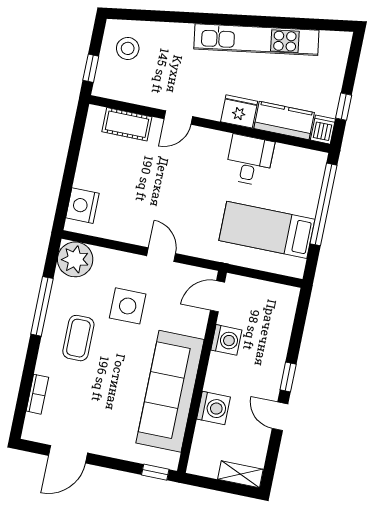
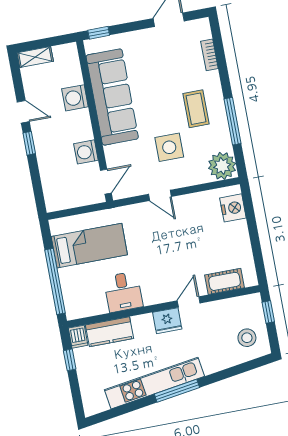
window: (234, 20) -> (177, 391), added
fridge: (239, 111) -> (167, 321), moved

